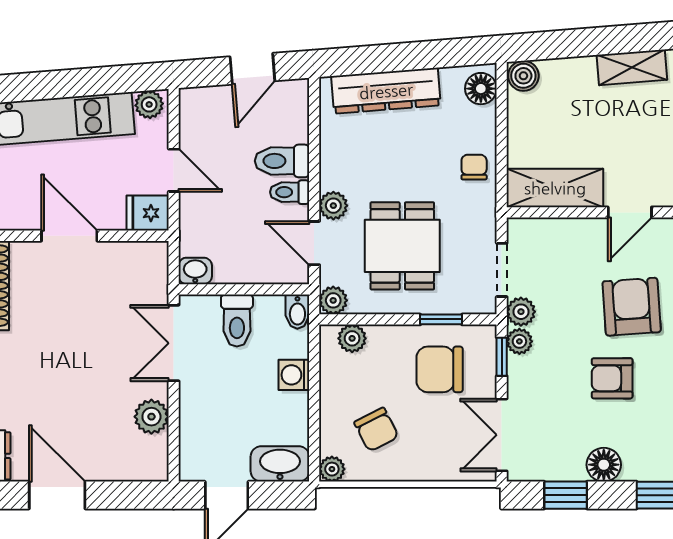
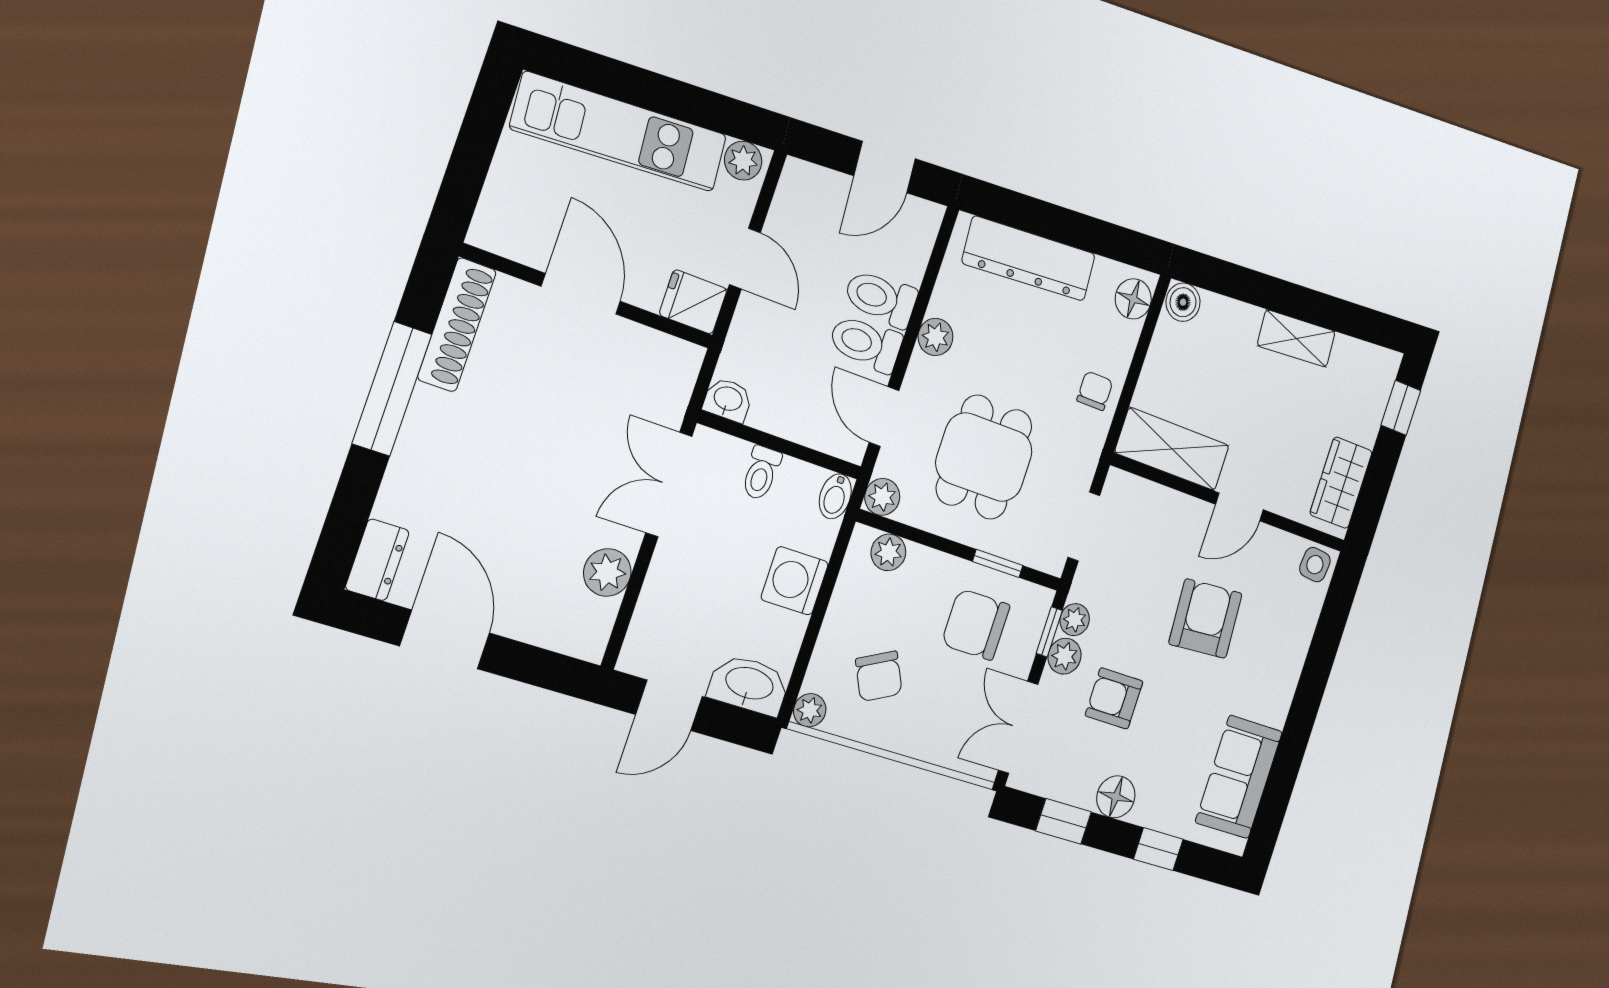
toilet: (290, 192) -> (866, 343), width x1.37, depth x1.39
plant: (333, 206) -> (936, 337), moved
plant: (521, 312) -> (1065, 656), moved
toilet: (237, 321) -> (761, 473), width x0.73, depth x0.72
washing machine: (294, 375) -> (795, 581), width x1.38, depth x1.38
armchair: (612, 378) -> (1114, 698), moved

